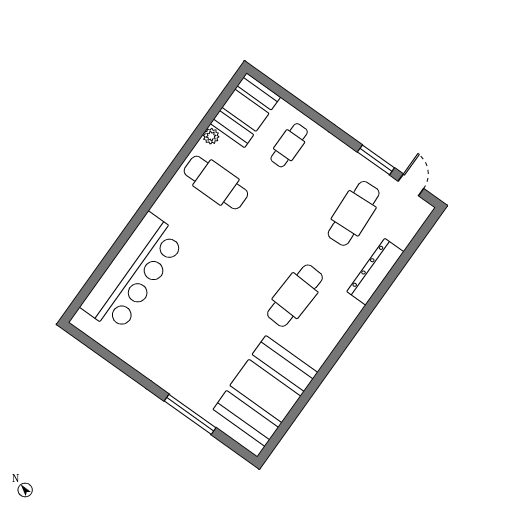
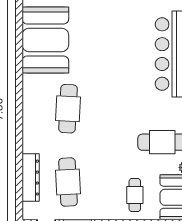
dresser: (375, 272) -> (31, 178), moved

